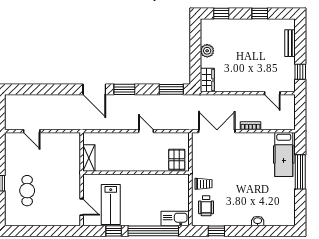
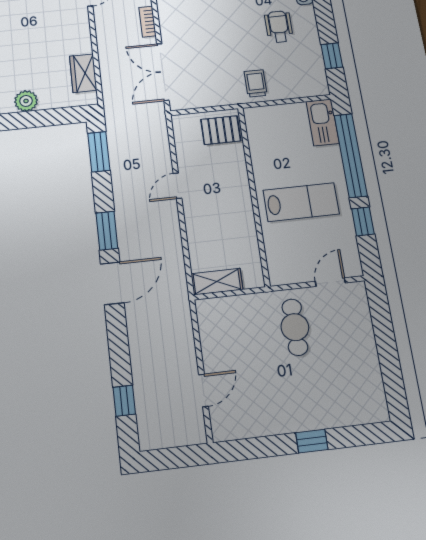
wardrobe: (207, 80) -> (83, 73), moved, turned -90
window: (31, 89) -> (124, 401), added
shelving: (89, 158) -> (217, 282), moved
cafe table: (27, 191) -> (295, 327), moved, turned 90
lab bench: (111, 204) -> (301, 202), moved
wheelchair: (206, 206) -> (279, 27), moved, turned -90

